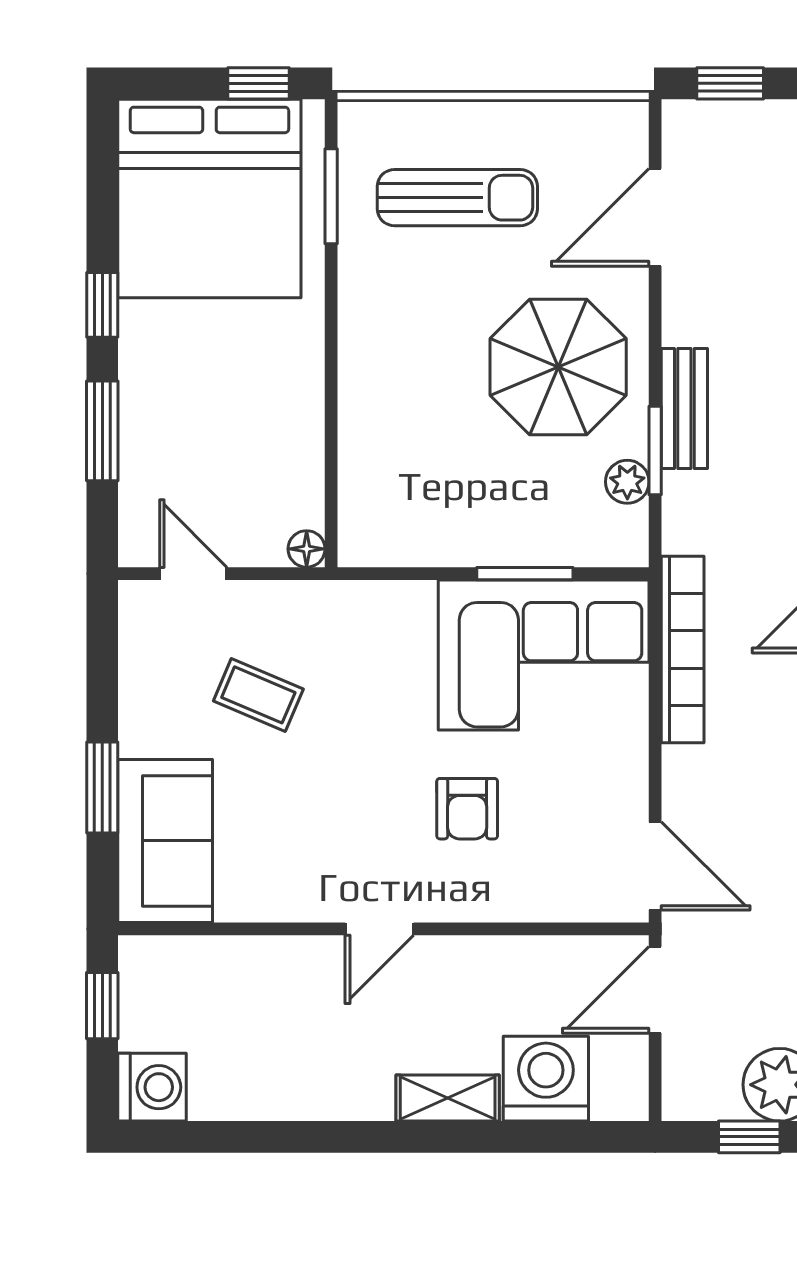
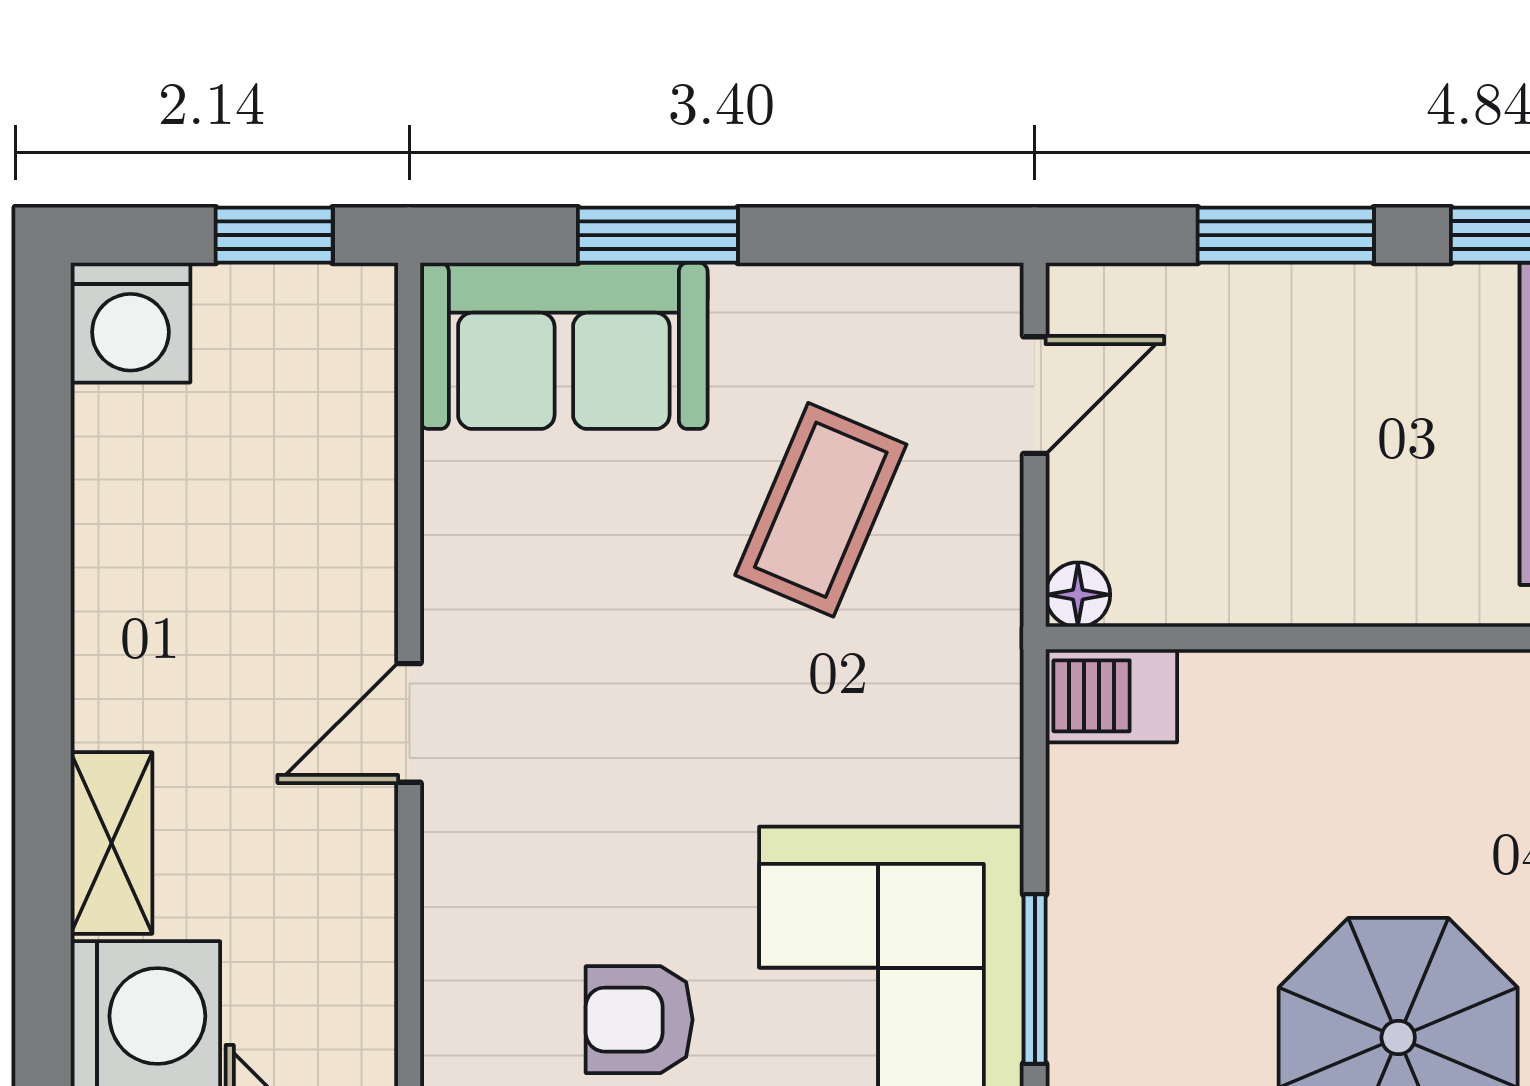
barbecue: (364, 530) -> (1111, 696), added
coffee table: (258, 695) -> (821, 510), width x1.36, depth x1.30
armchair: (467, 809) -> (639, 1020), moved
door: (379, 929) -> (409, 723), hinge flipped

